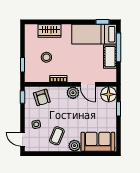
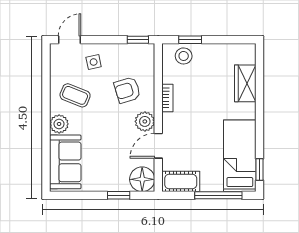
stool: (46, 57) -> (184, 56), moved
cot: (110, 57) -> (181, 181), moved
armchair: (42, 97) -> (127, 90), moved

